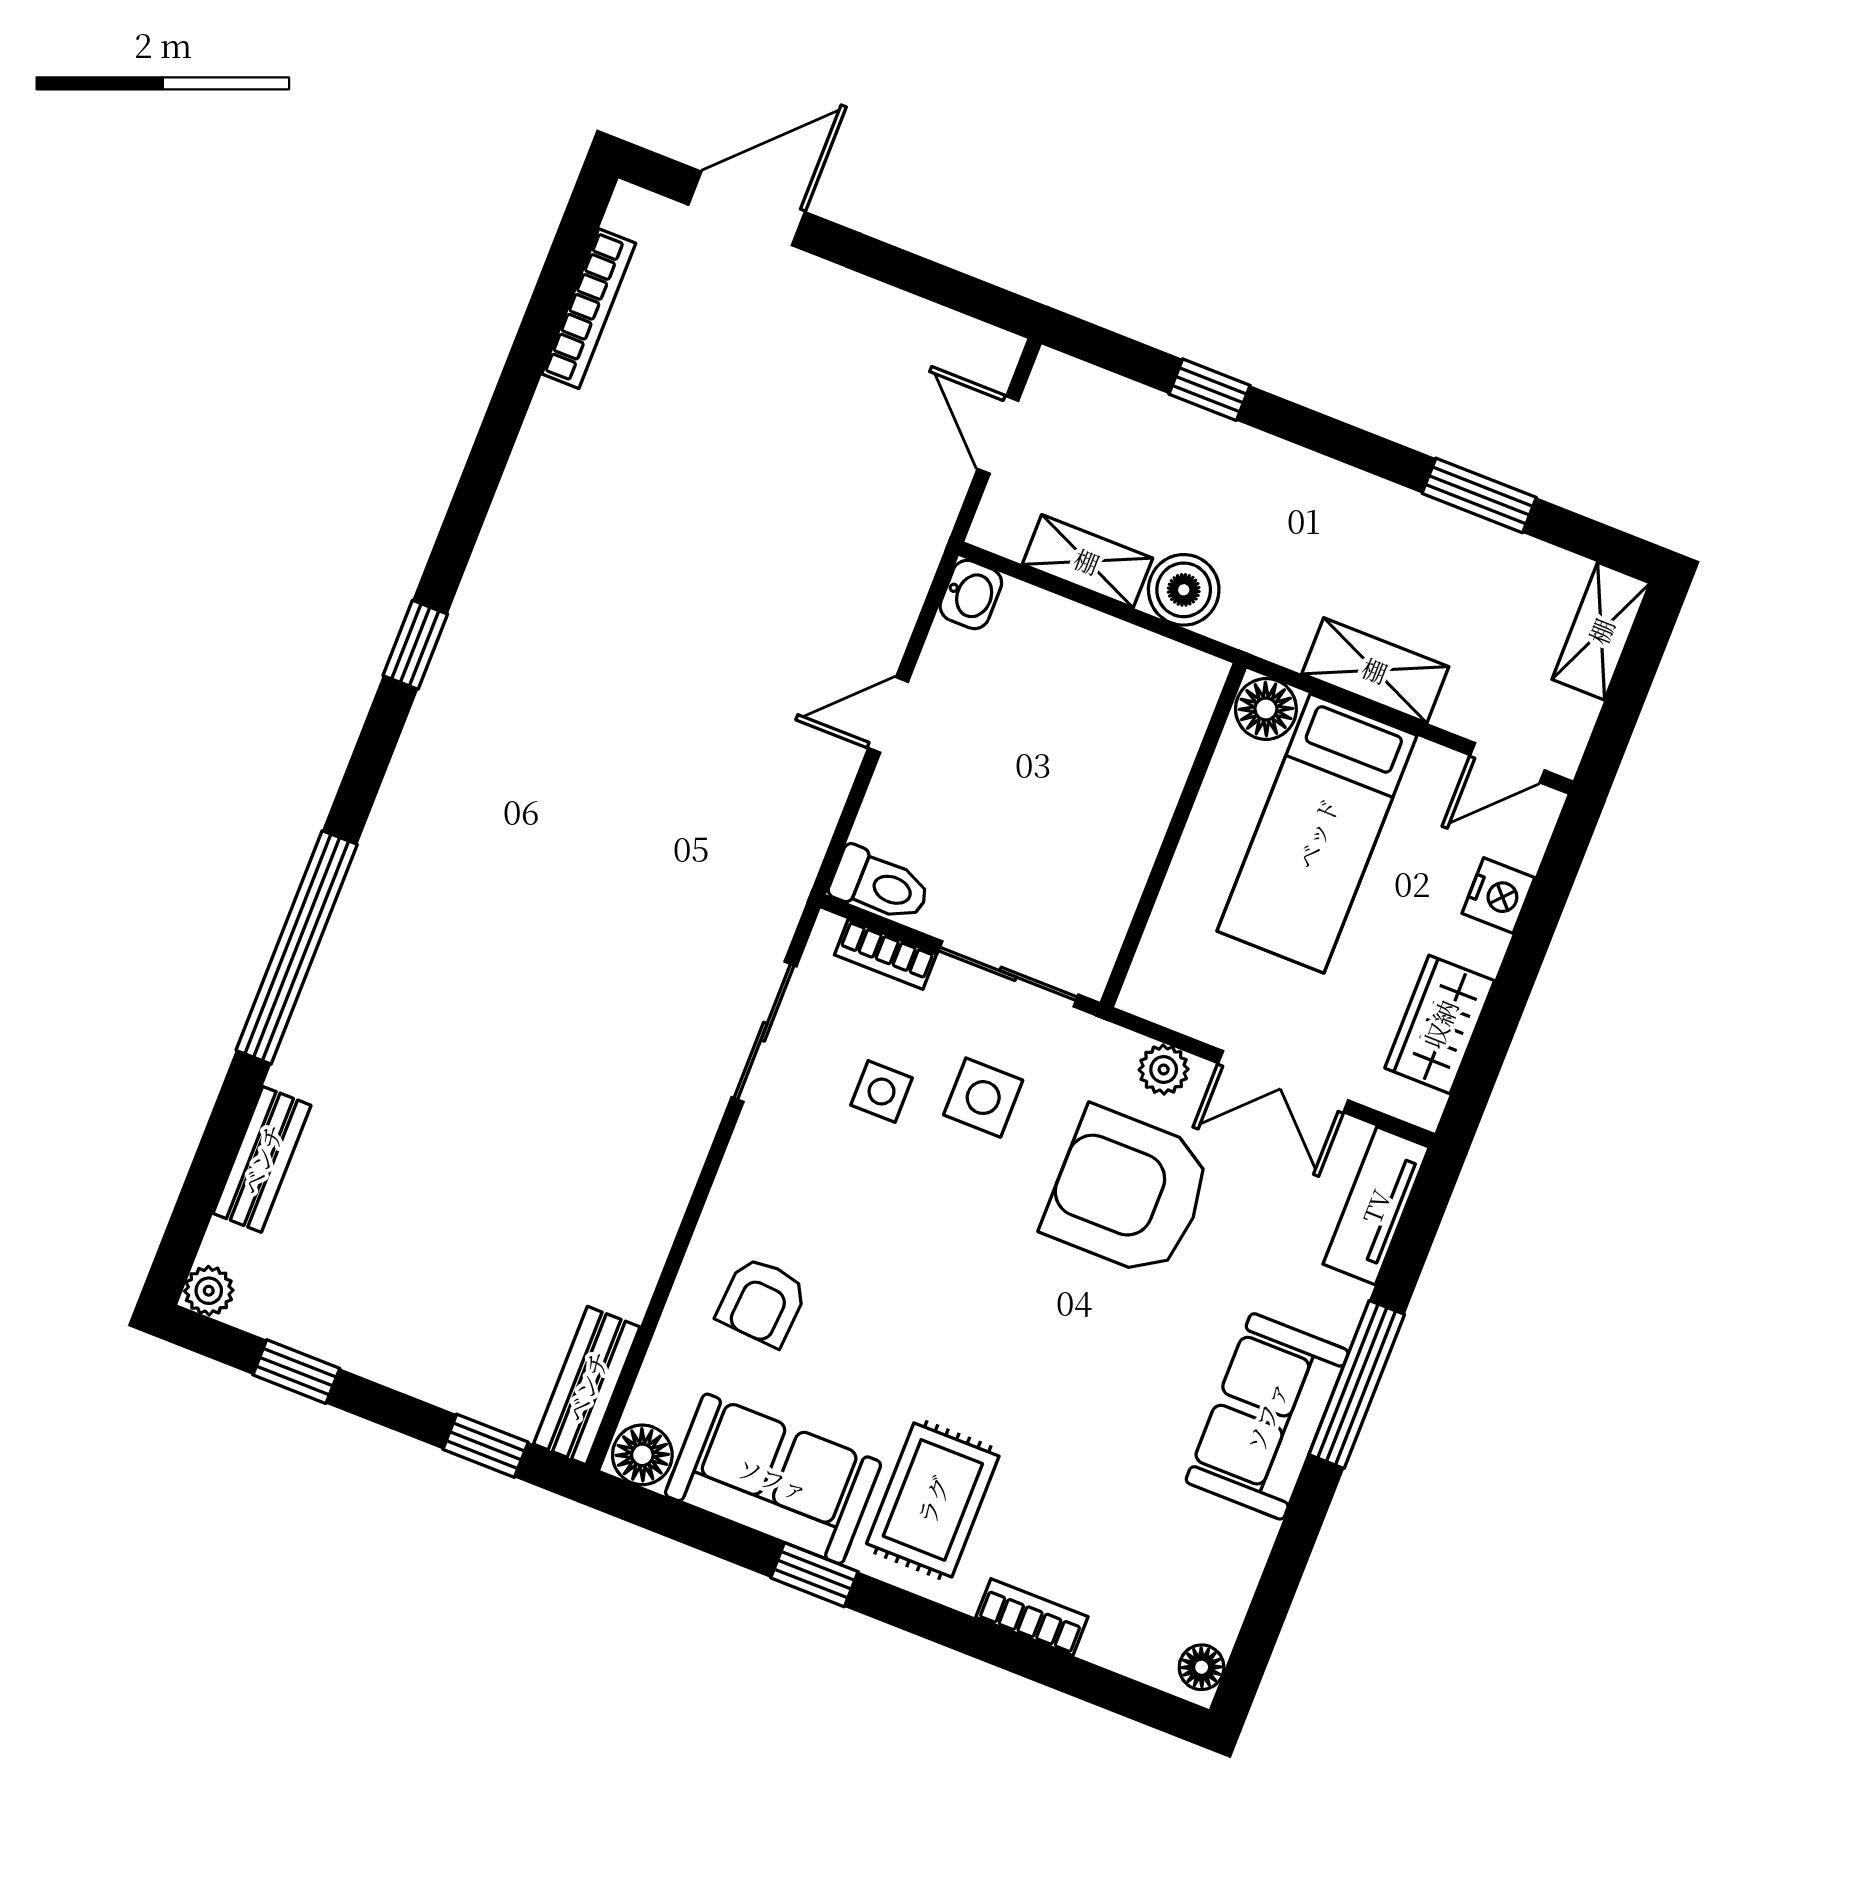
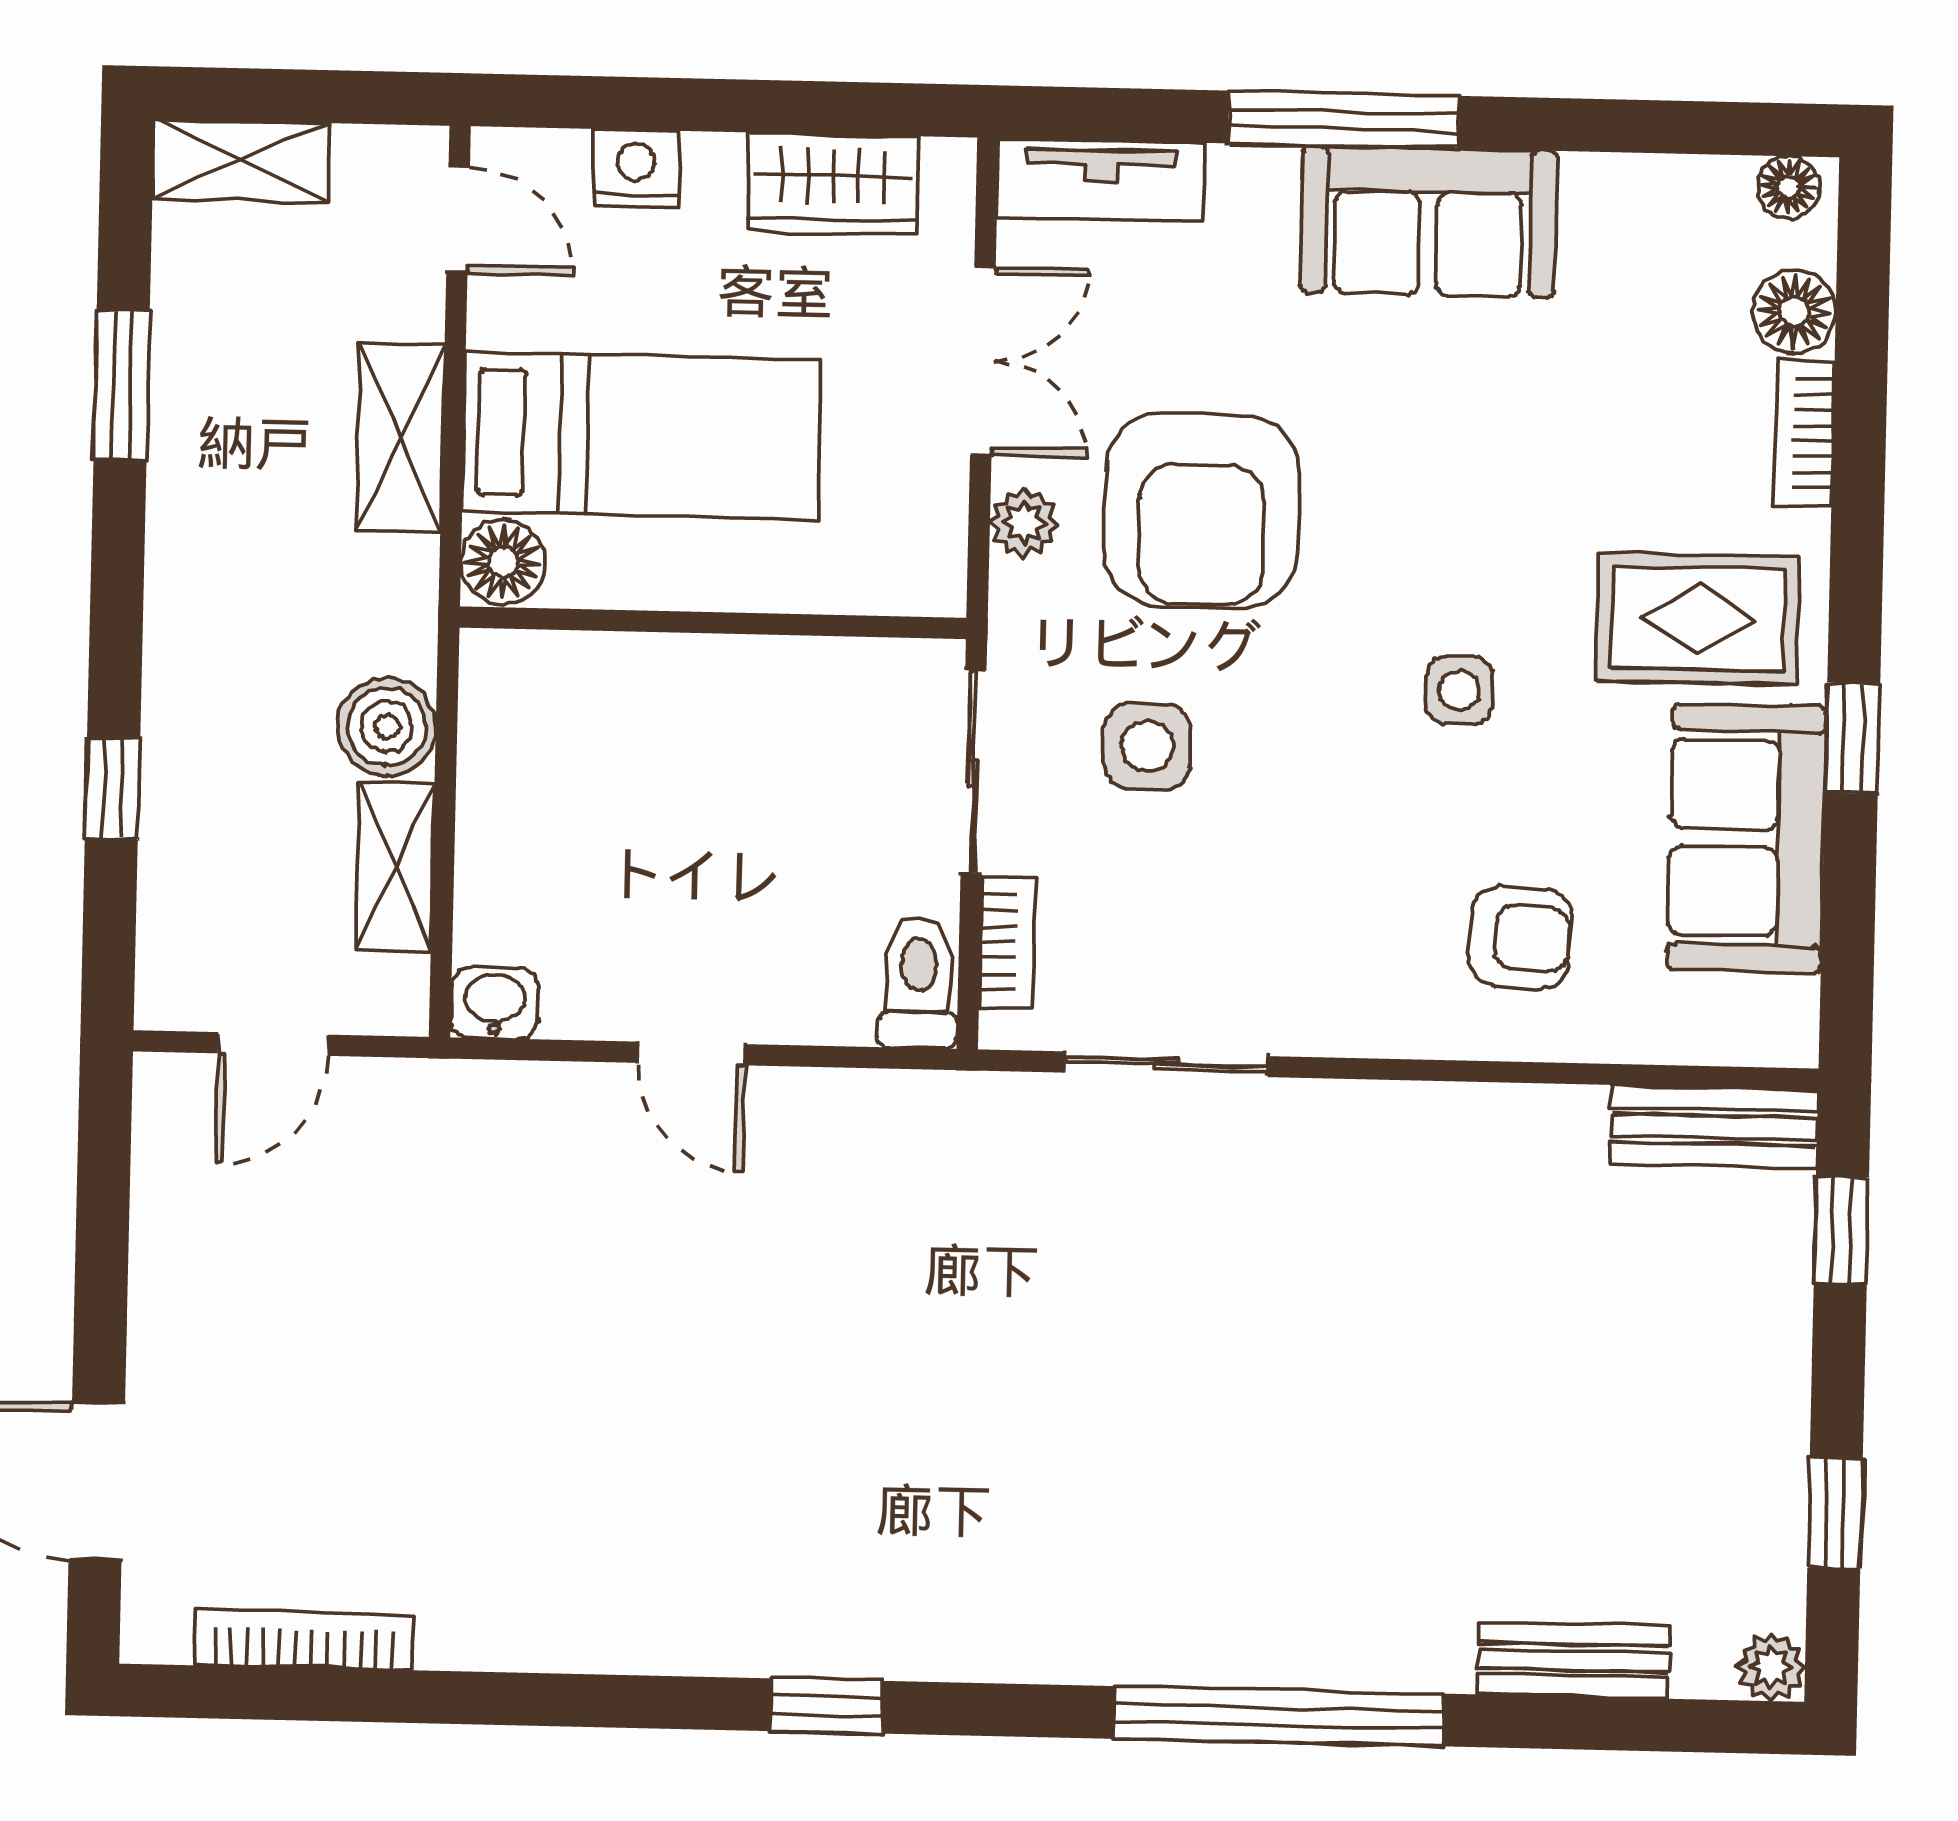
side table: (882, 1092) -> (1459, 690), moved
floor lamp: (642, 1455) -> (1794, 312), moved

